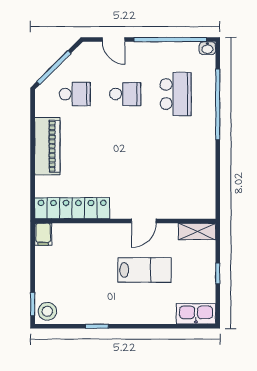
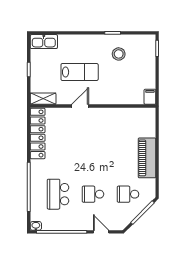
locker: (72, 208) -> (38, 133), moved, turned -90
lab bench: (144, 270) -> (80, 72), turned 180
stool: (47, 311) -> (119, 54), moved

